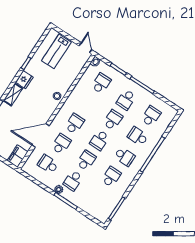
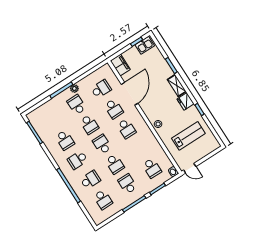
lab bench: (56, 51) -> (188, 136), moved, turned 90

